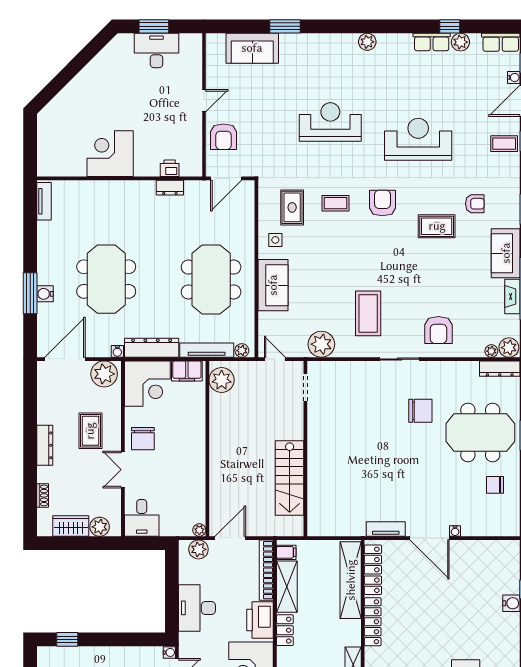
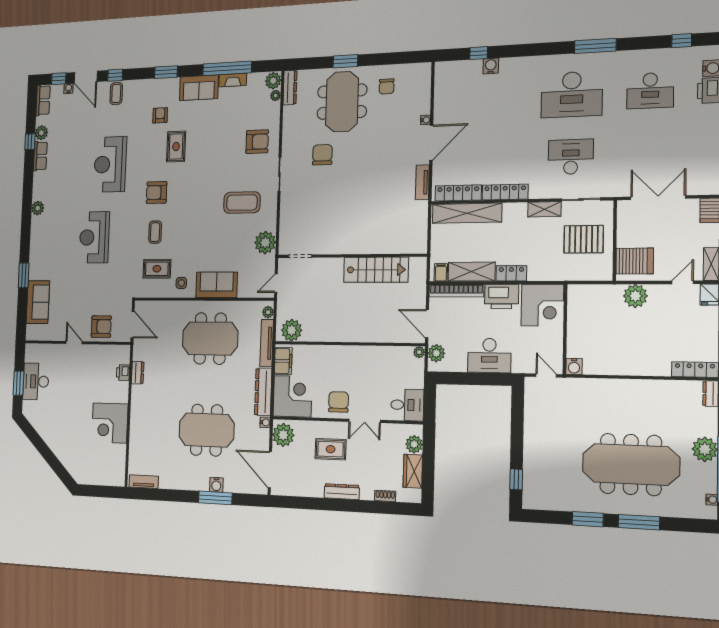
chair: (143, 439) -> (339, 402), turned -90
water cooler: (169, 652) -> (530, 382), removed

